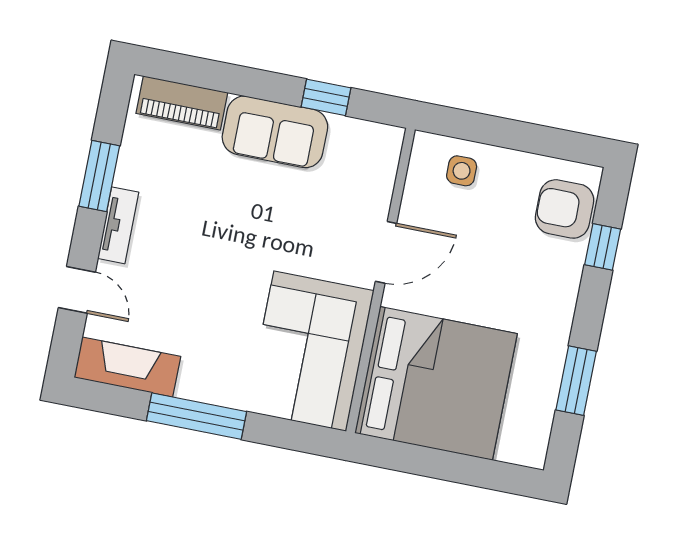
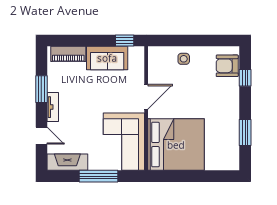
door: (386, 252) -> (146, 97), moved
wall: (381, 280) -> (146, 108), moved
corner sofa: (310, 351) -> (124, 142), moved
bed: (436, 383) -> (176, 145), moved

